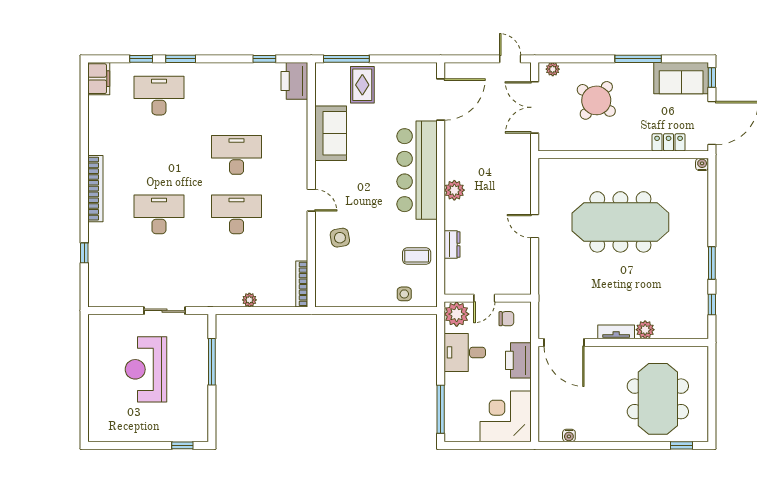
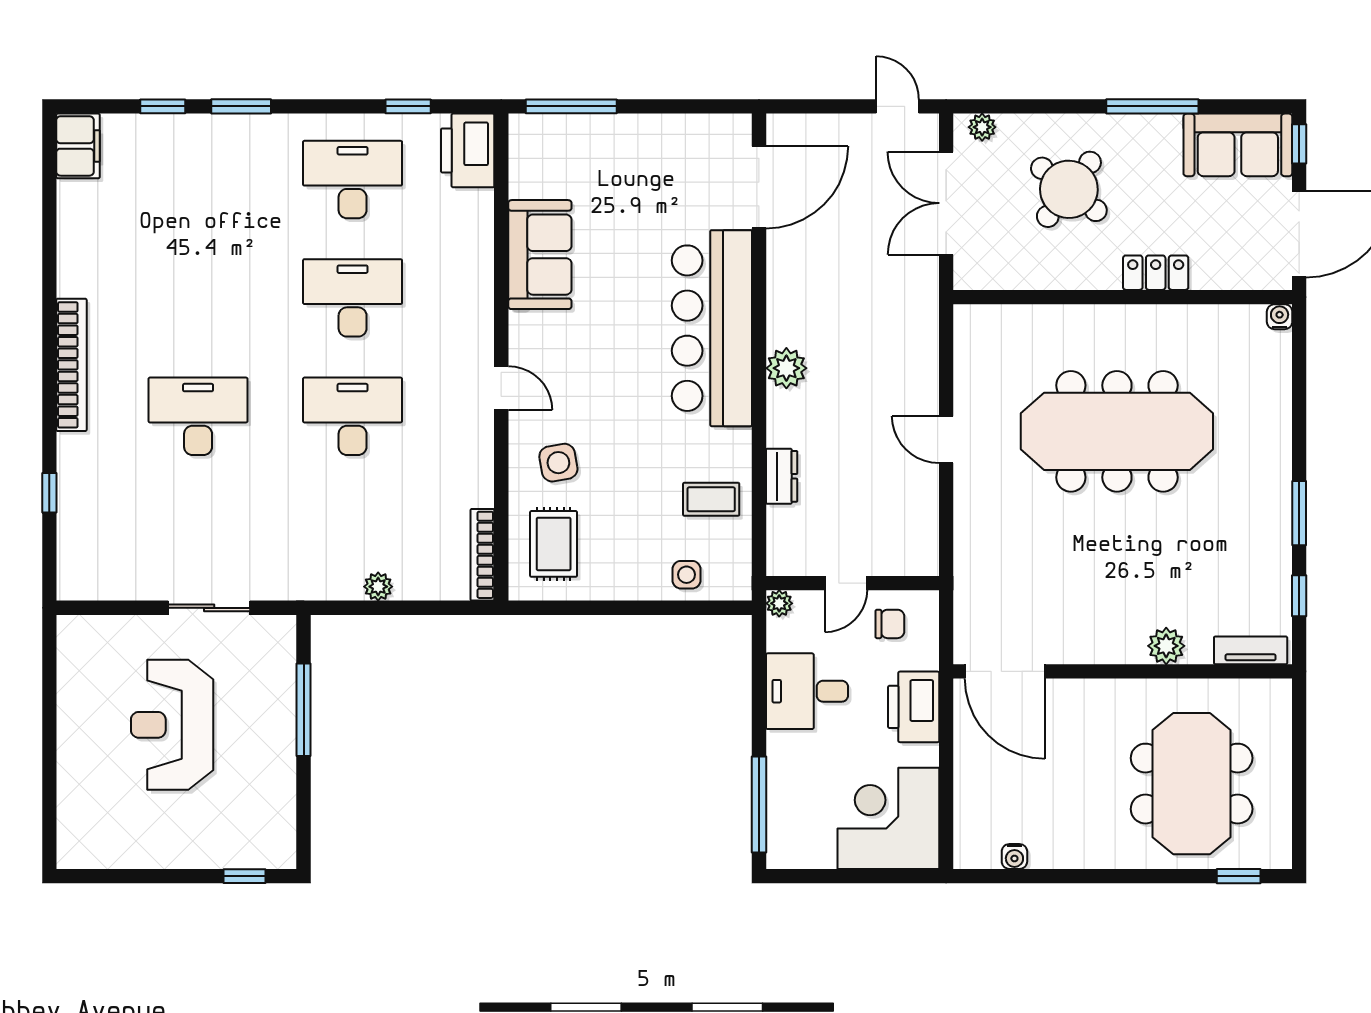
rug: (362, 85) -> (554, 544), moved
desk: (159, 96) -> (353, 180), moved
locker: (669, 142) -> (1156, 273), moved
plant: (457, 314) -> (779, 603), width x0.53, depth x0.53
tv unit: (616, 332) -> (1251, 650), moved

